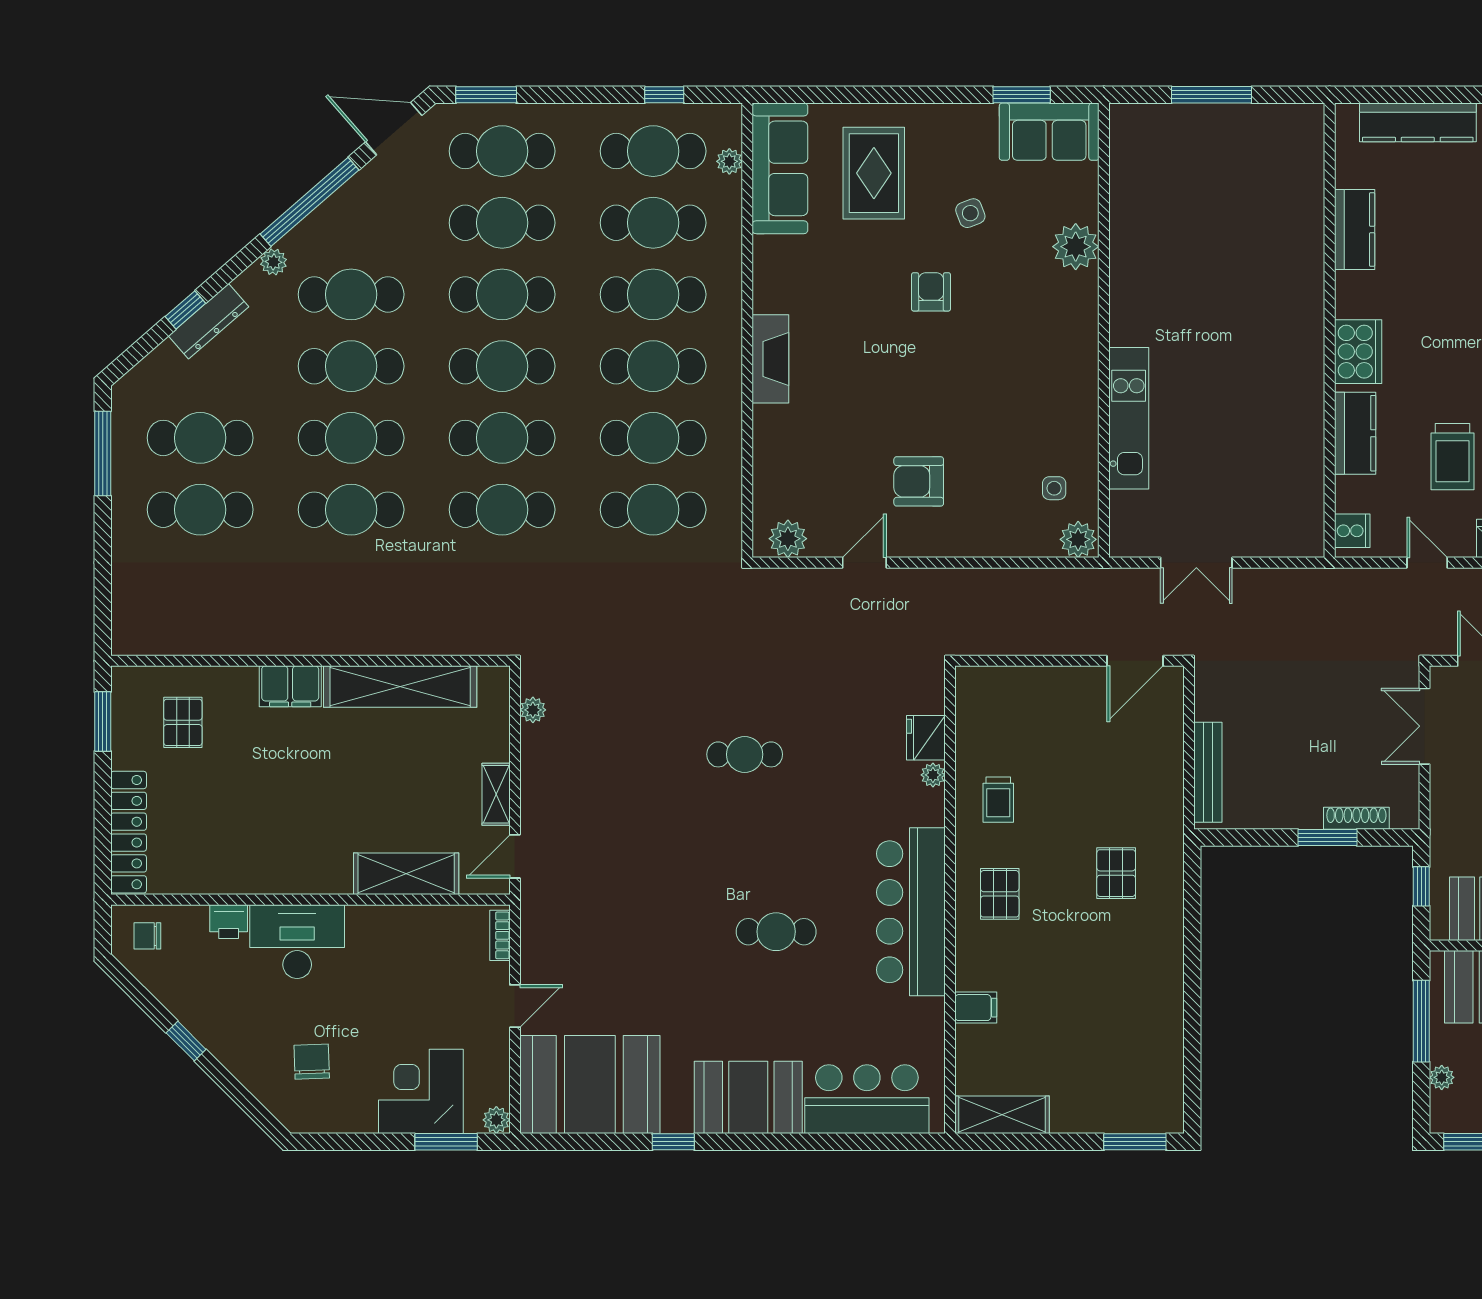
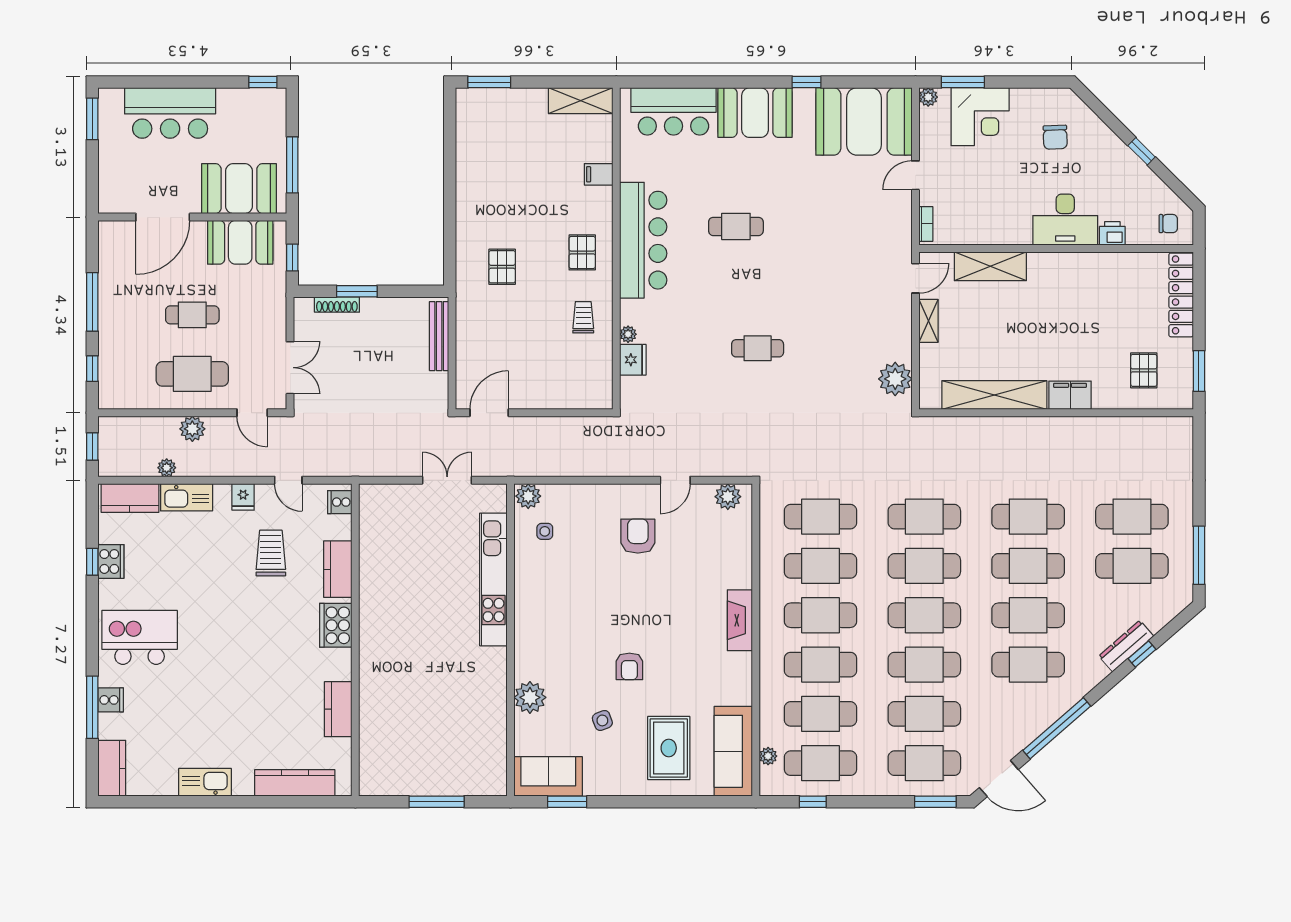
plant: (273, 262) -> (1081, 687), removed
kitchen unit: (1129, 418) -> (493, 579), width x1.36
armchair: (919, 481) -> (638, 536), turned -90
plant: (533, 710) -> (895, 379), width x1.87, depth x1.87
plant: (1442, 1077) -> (278, 126), removed

